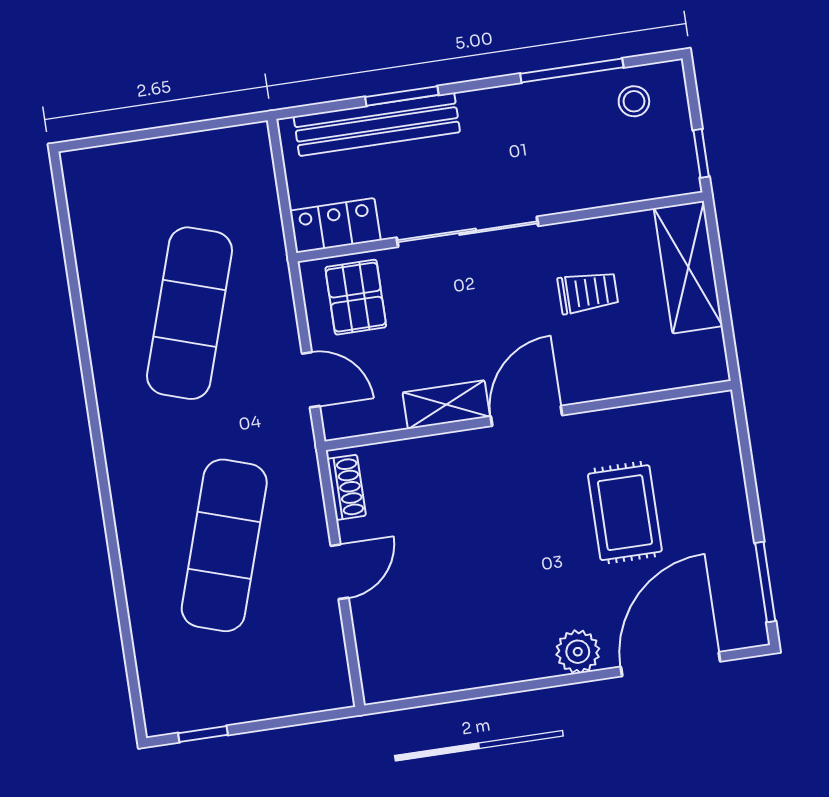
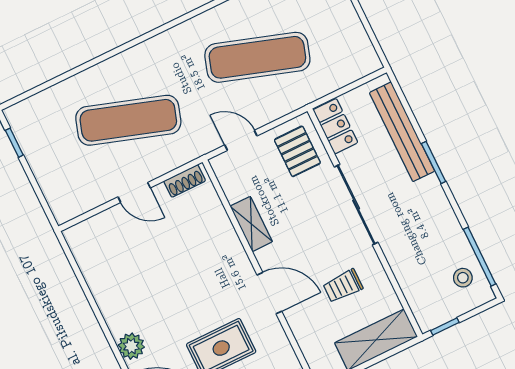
window: (572, 71) -> (480, 257), moved
window: (402, 96) -> (434, 162), moved
trolley: (588, 292) -> (343, 286), turned 90
pallet: (356, 297) -> (297, 151), turned 90
door: (311, 380) -> (241, 140), swing flipped
door: (526, 416) -> (269, 293), moved

